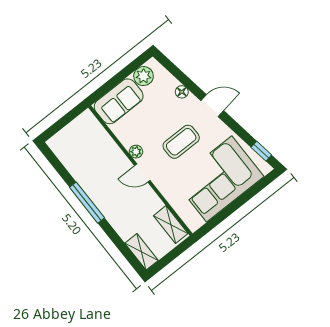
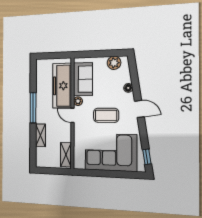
sofa: (119, 101) -> (83, 79), moved, turned -90
freezer: (103, 149) -> (62, 86), added
shelving: (142, 252) -> (41, 135), moved

